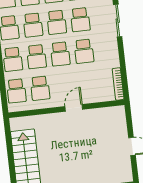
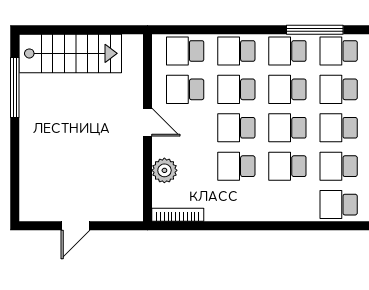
sliding door: (118, 21) -> (279, 226), removed
plant: (92, 95) -> (164, 170), added
door: (74, 108) -> (148, 122), moved

